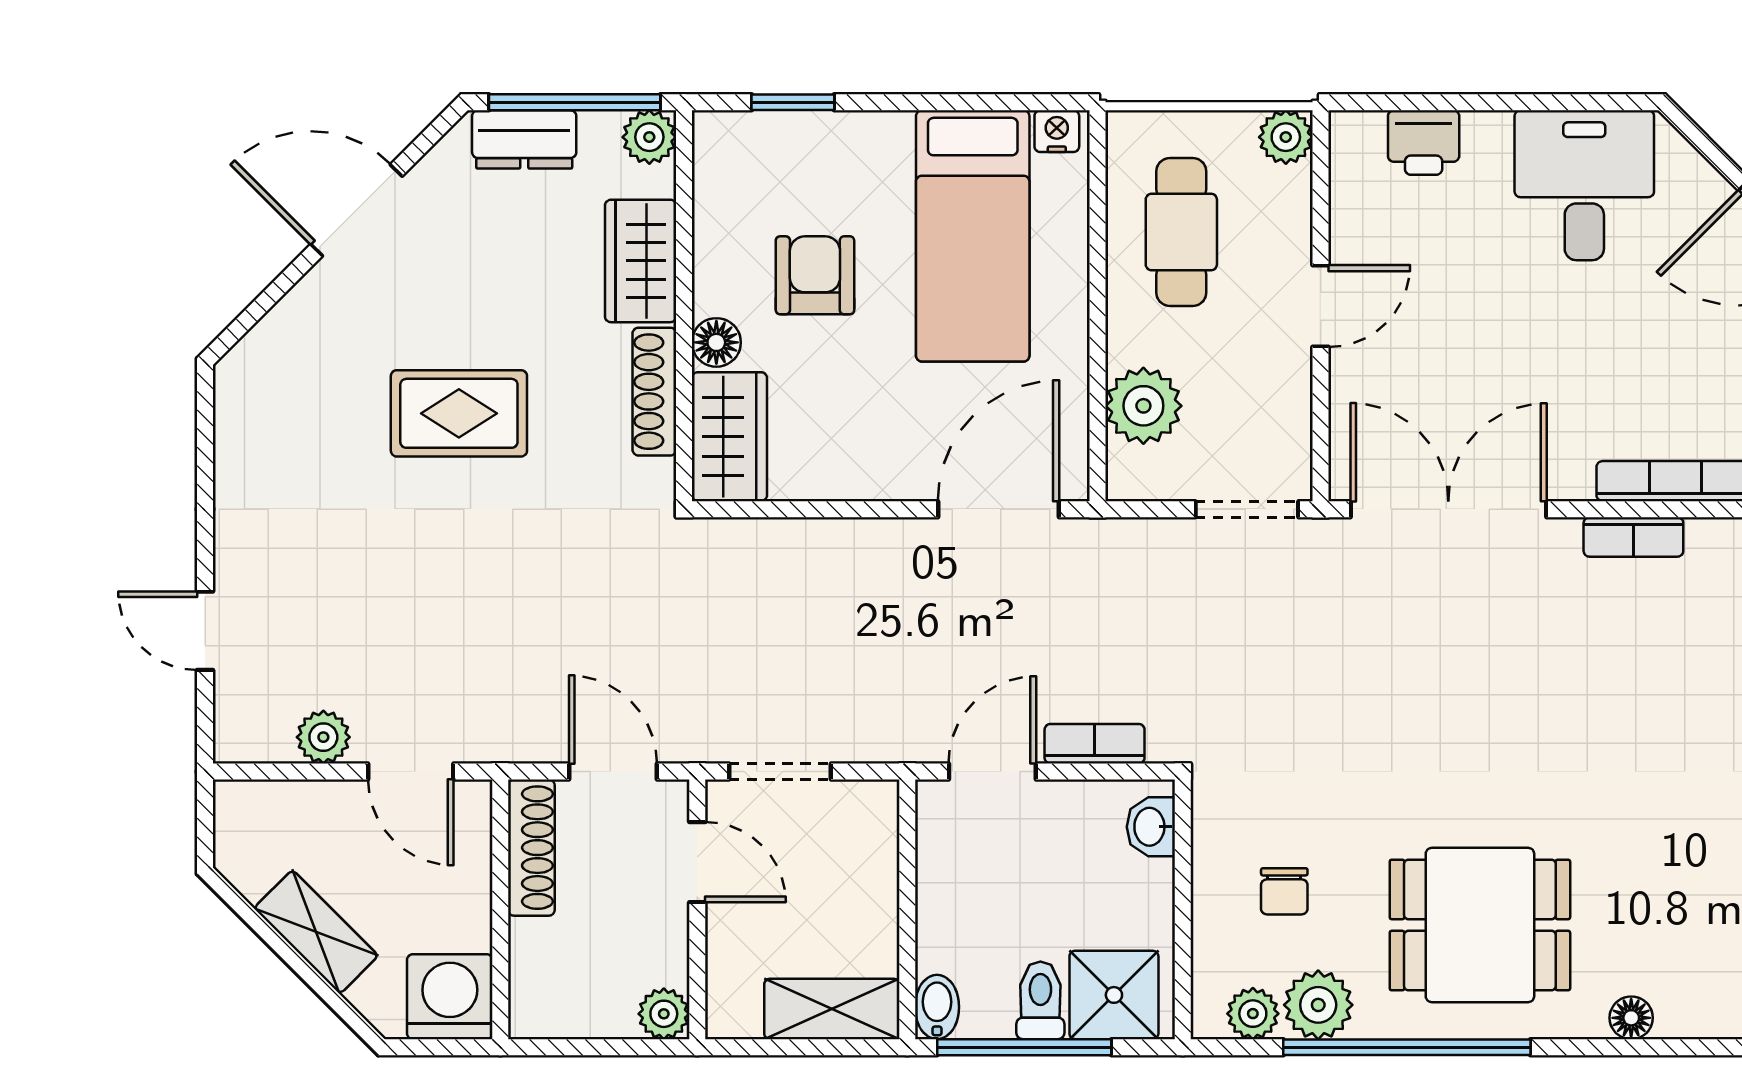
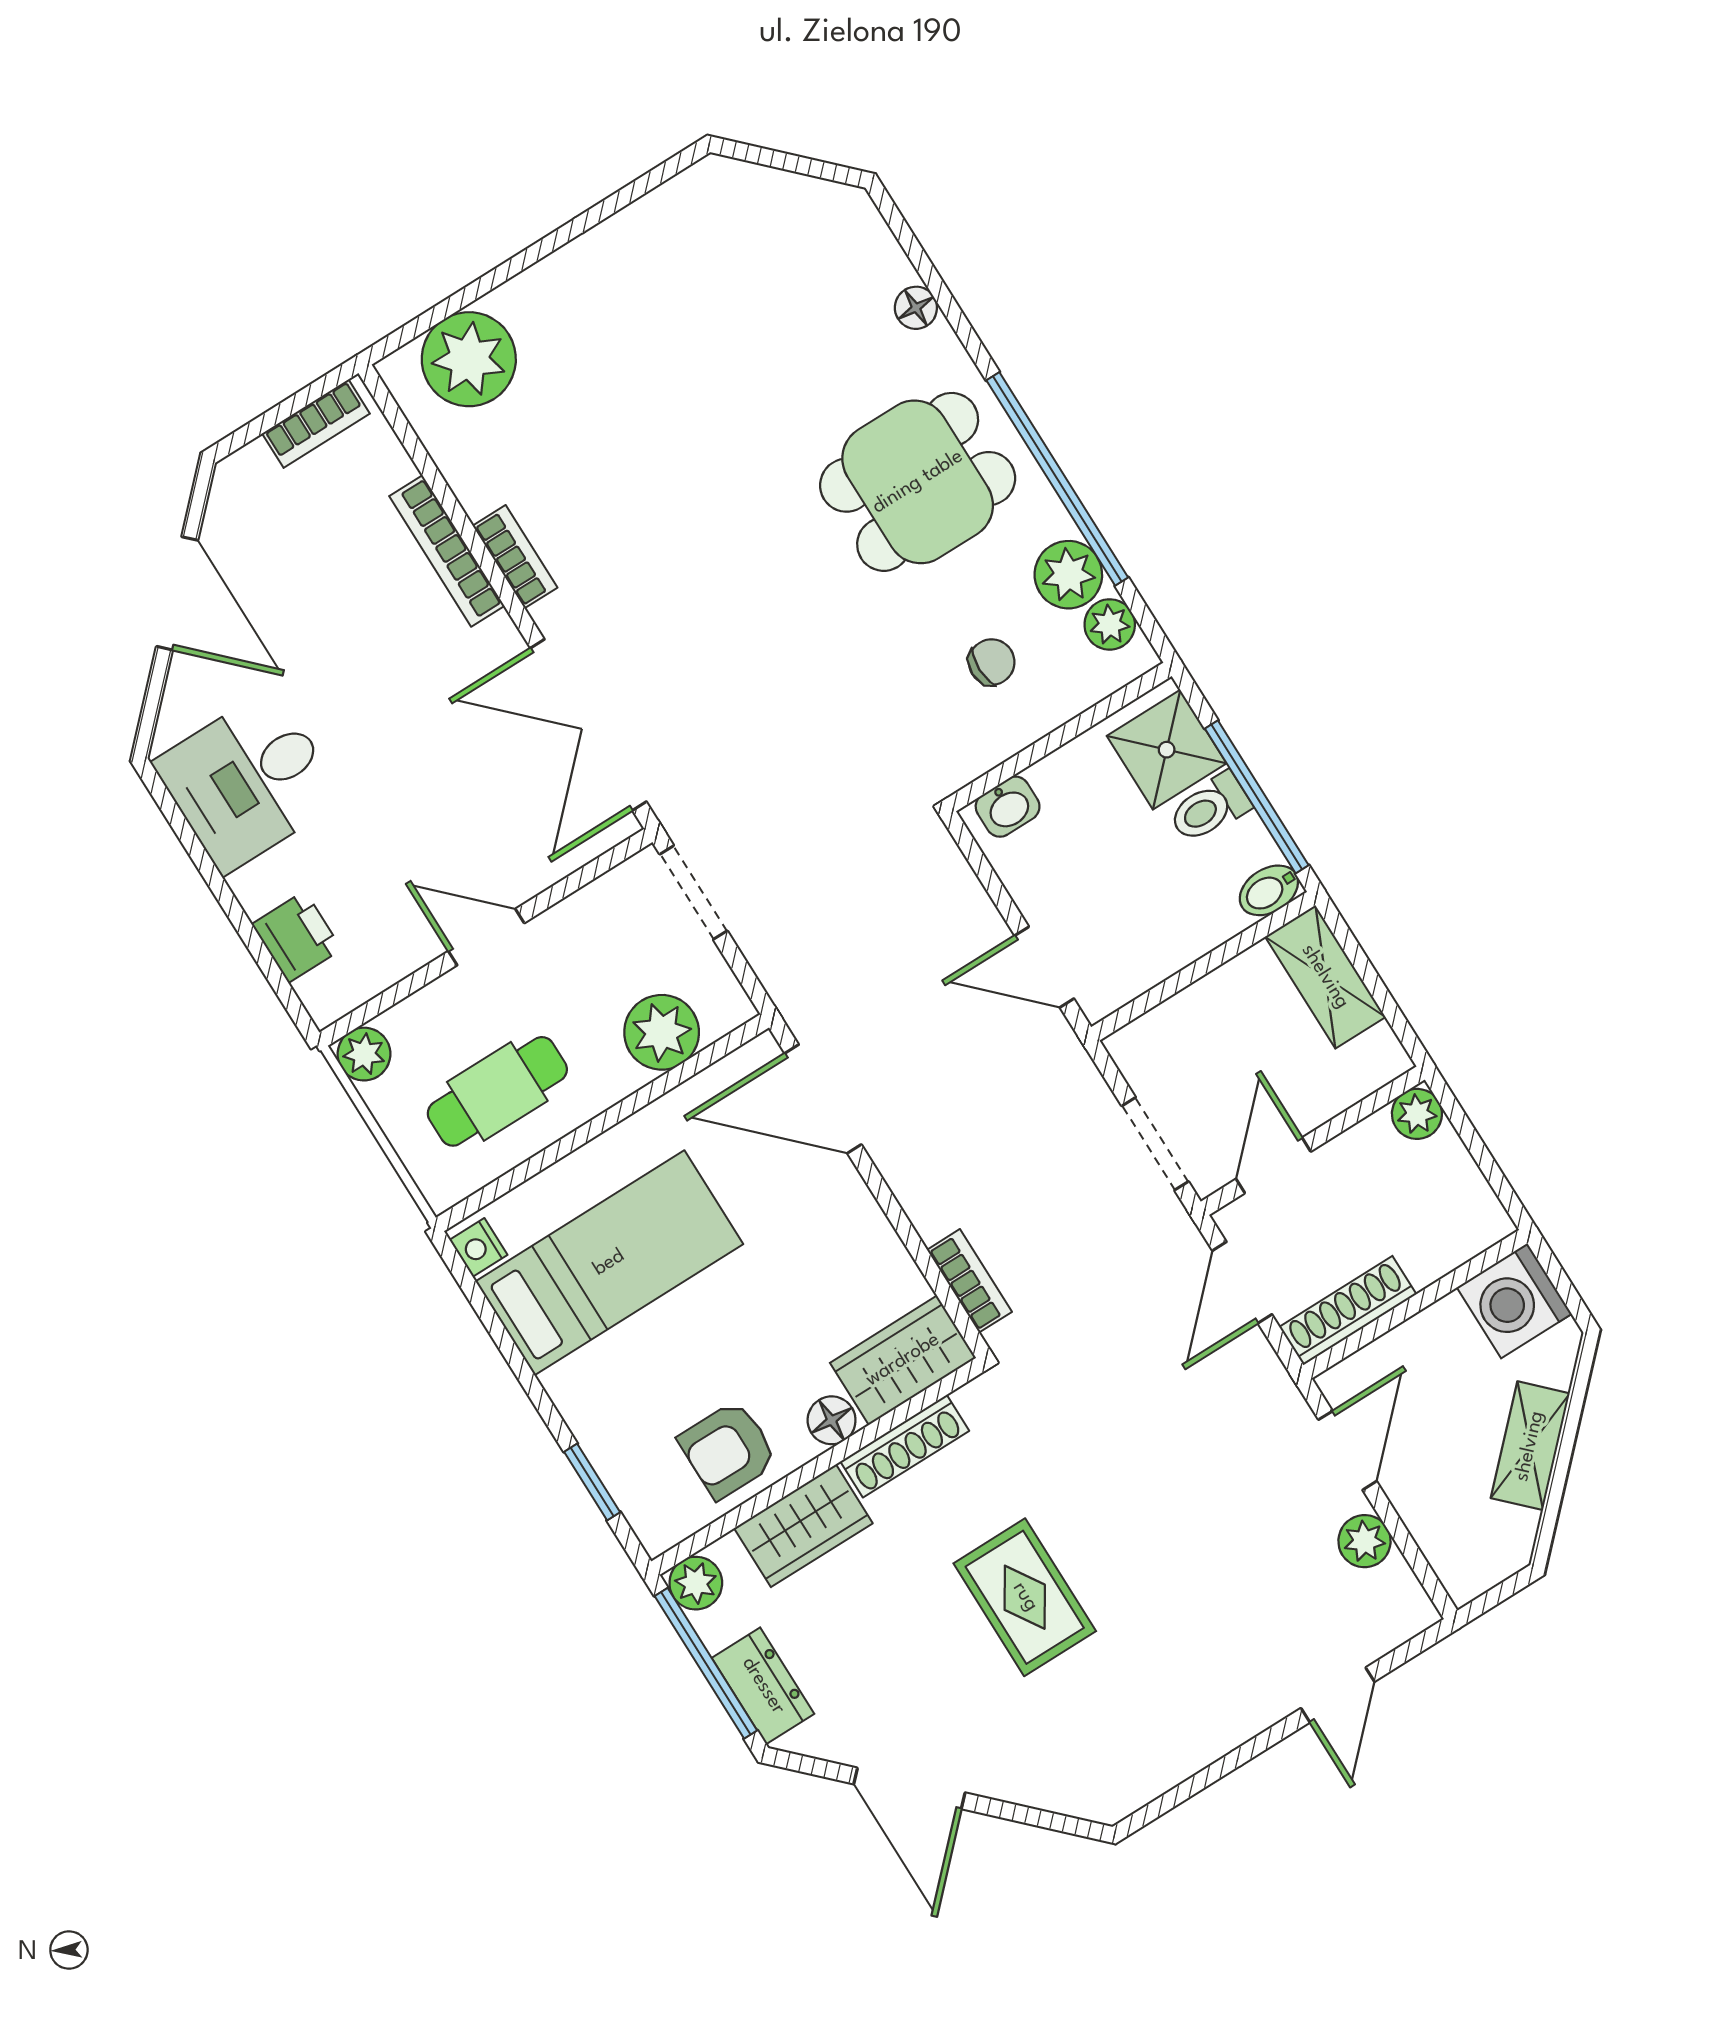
armchair: (815, 275) -> (728, 1450), moved
bookcase: (1095, 744) -> (969, 1281), moved, turned 180
dining table: (1480, 925) -> (918, 482), turned 90

